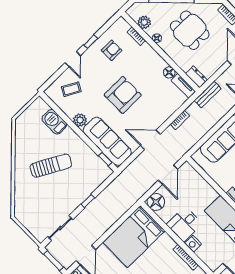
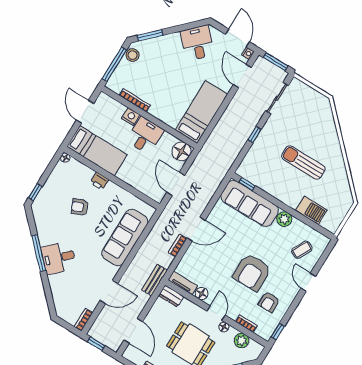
window: (91, 42) -> (278, 331), moved
door: (161, 52) -> (216, 313), added
armchair: (123, 95) -> (252, 272), moved
door: (150, 140) -> (196, 229), moved
sun lounger: (51, 166) -> (303, 163), turned 62
bed: (134, 237) -> (201, 112), width x0.67

